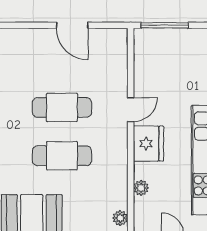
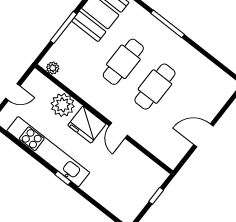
window: (164, 25) -> (156, 196), width x0.46
plant: (141, 188) -> (63, 105), width x1.88, depth x1.88

